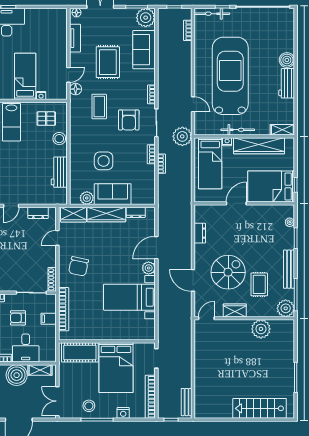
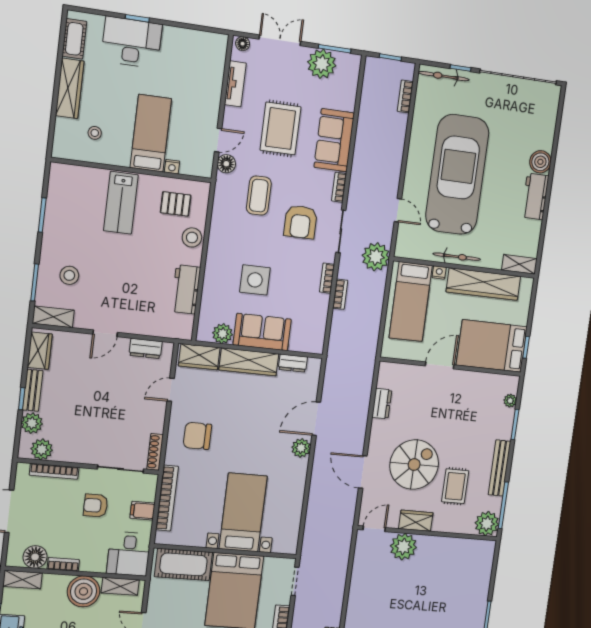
plant: (146, 18) -> (322, 64), moved
sofa: (144, 50) -> (334, 140), moved
chair: (79, 266) -> (197, 436), turned 78
bed with nightstands: (129, 297) -> (243, 512), moved, turned 90
plant: (261, 329) -> (403, 547), moved
desk: (26, 348) -> (129, 554), moved

